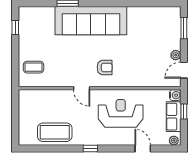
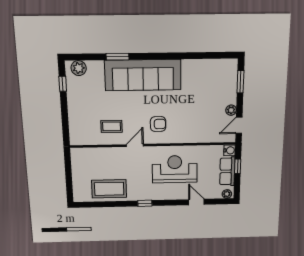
plant: (31, 13) -> (79, 68), added
coffee table: (33, 67) -> (112, 126), moved
door: (82, 88) -> (135, 145), swing flipped

